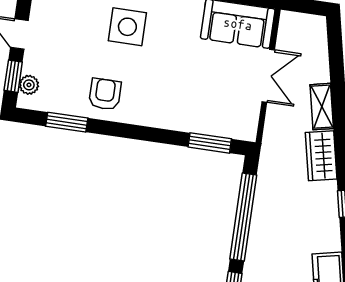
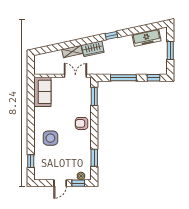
double door: (268, 76) -> (75, 76), moved
armchair: (105, 94) -> (82, 123), moved
window: (243, 217) -> (123, 78), width x0.68

